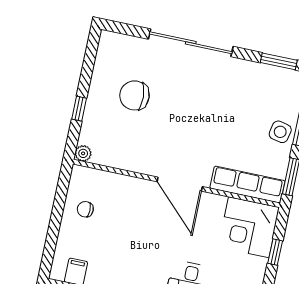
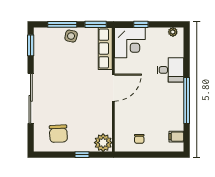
chair: (134, 95) -> (58, 134), moved
plant: (83, 153) -> (103, 143), width x1.87, depth x1.87

